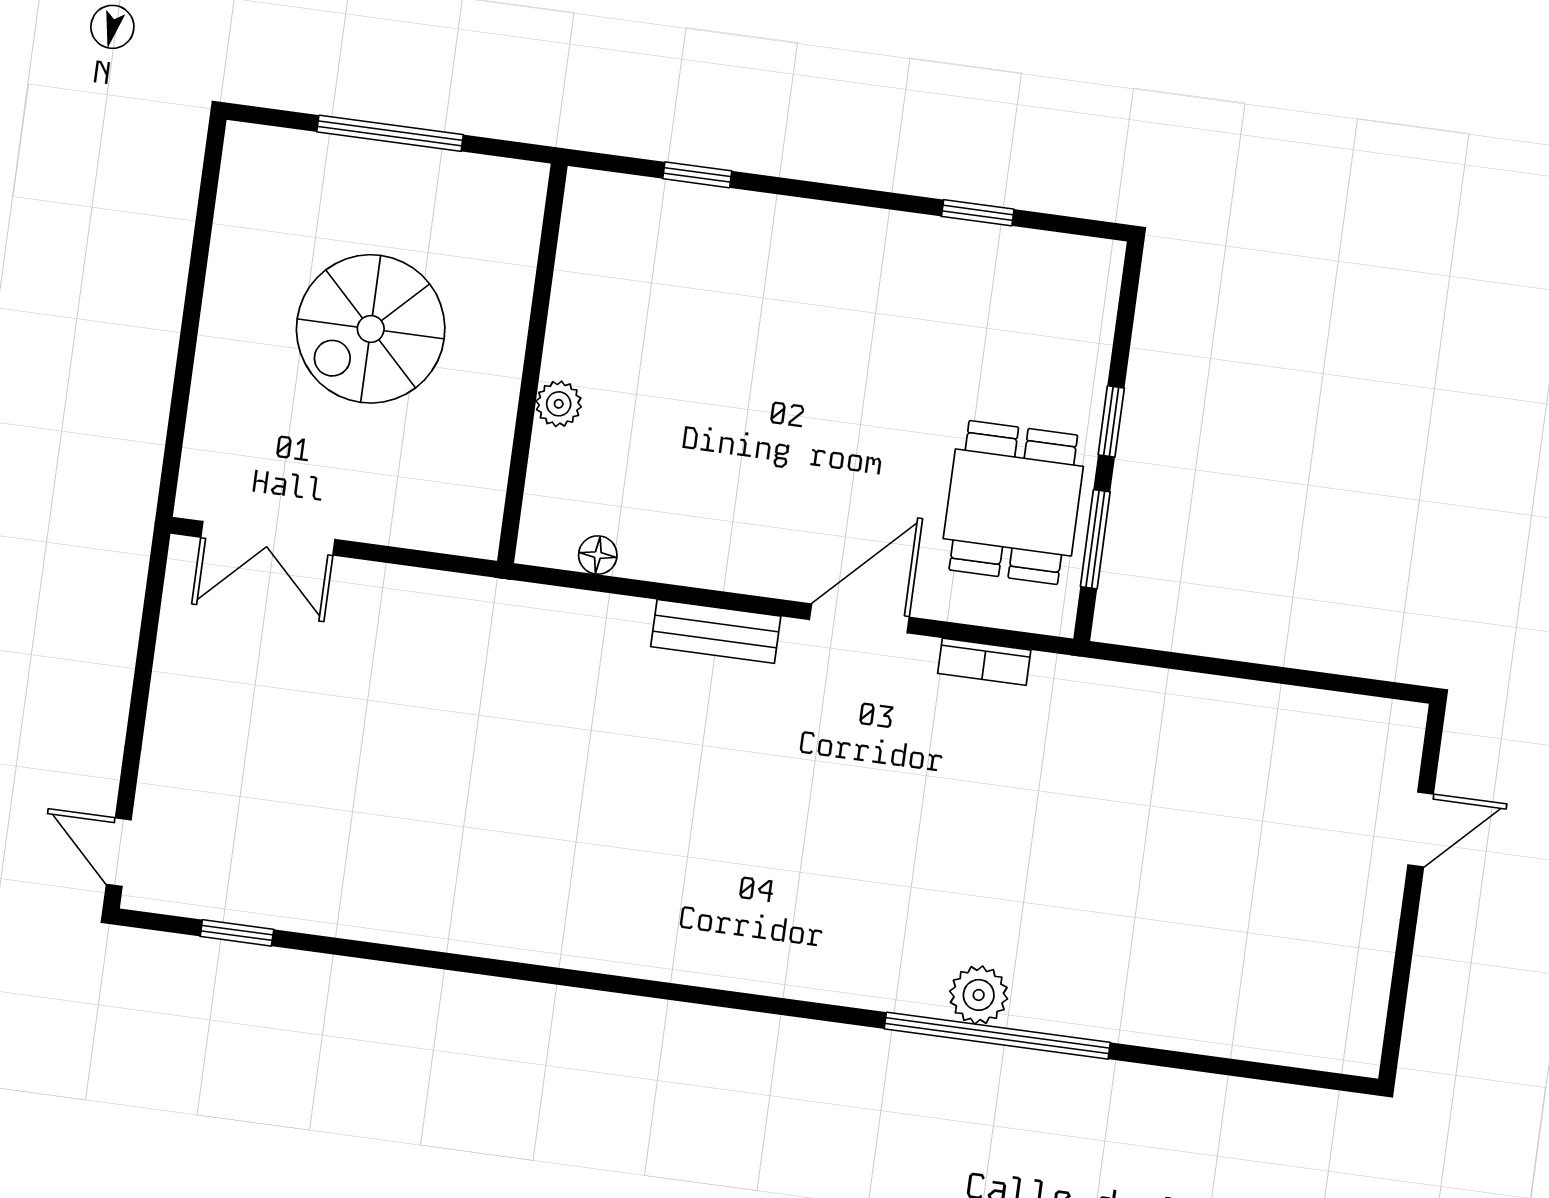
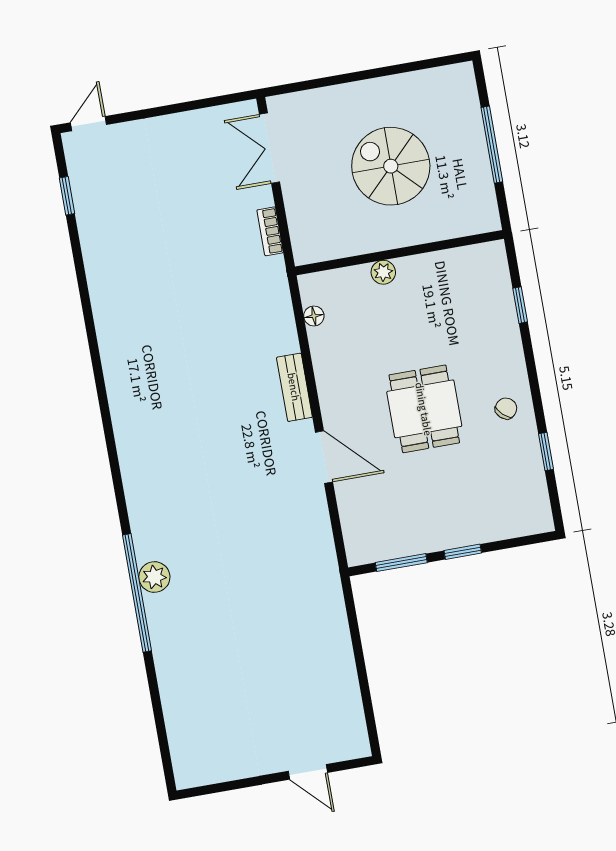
chair: (877, 260) -> (506, 408), added
dining table: (1013, 502) -> (424, 409), moved, turned 90
bookcase: (984, 662) -> (270, 231), moved

